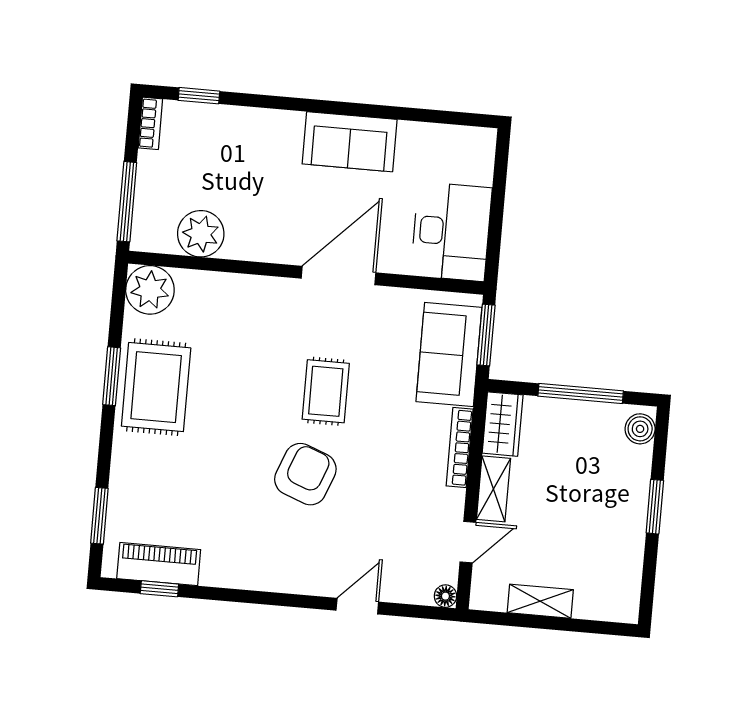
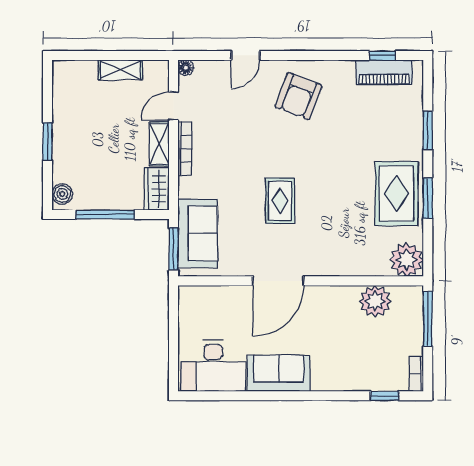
desk: (451, 232) -> (213, 366), moved, turned -90
bookcase: (460, 448) -> (185, 149), moved
armchair: (305, 474) -> (299, 96), moved
window: (99, 516) -> (428, 130), moved

